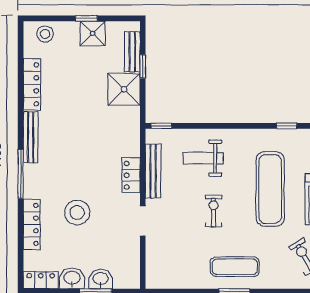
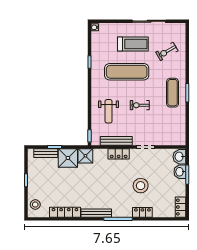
shower: (93, 33) -> (85, 156), moved
locker: (32, 224) -> (142, 212), width x0.66
washbasin: (72, 278) -> (179, 157), moved

